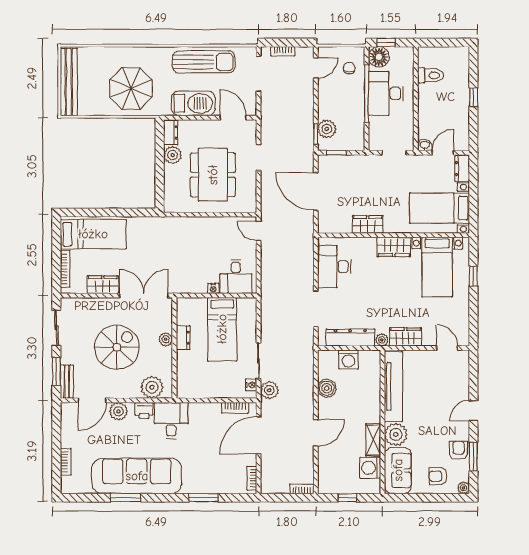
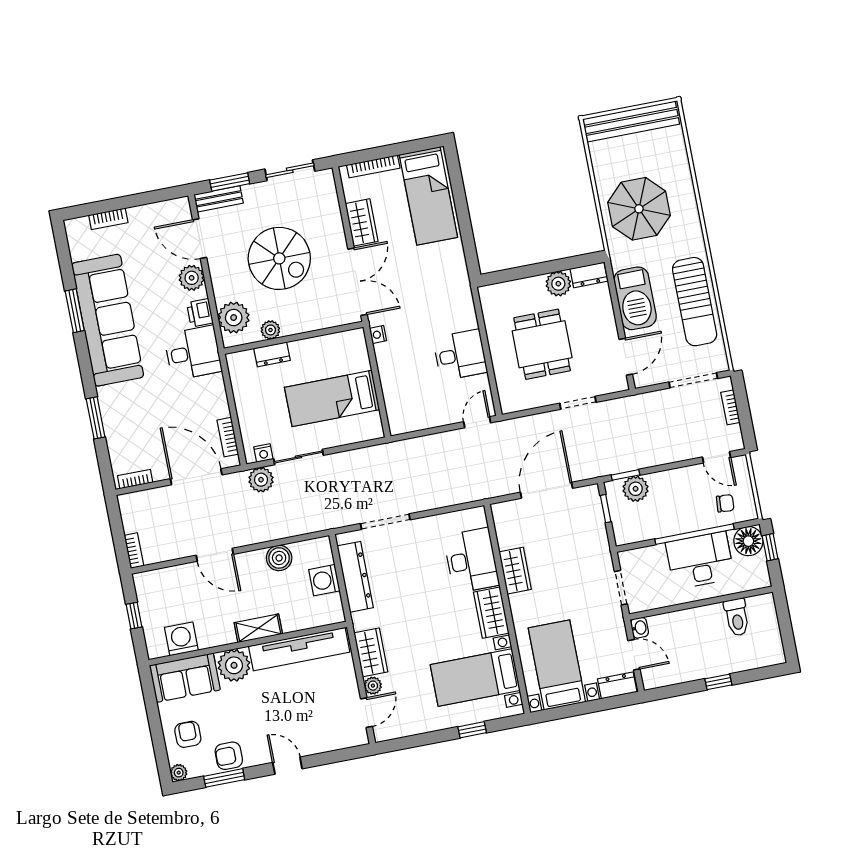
dining table: (213, 175) -> (542, 344), width x0.73
desk: (334, 267) -> (471, 560), moved, turned 90
desk: (236, 277) -> (460, 355), moved, turned 180
nightstand: (213, 288) -> (378, 335), moved
dresser: (183, 338) -> (272, 354), moved
plant: (166, 339) -> (270, 330), moved
plant: (382, 340) -> (373, 686), moved
shelving: (373, 440) -> (258, 628), moved
armchair: (459, 450) -> (229, 756), turned 180

